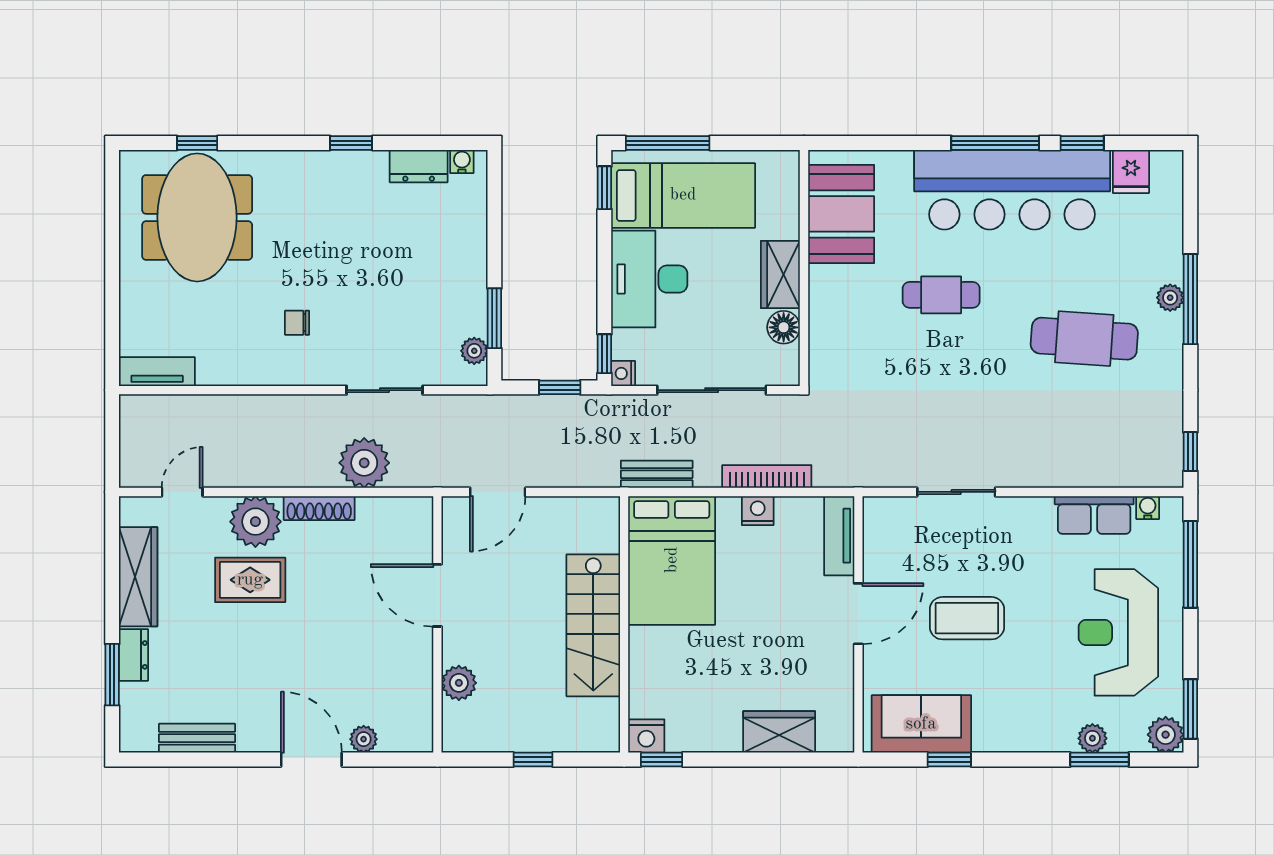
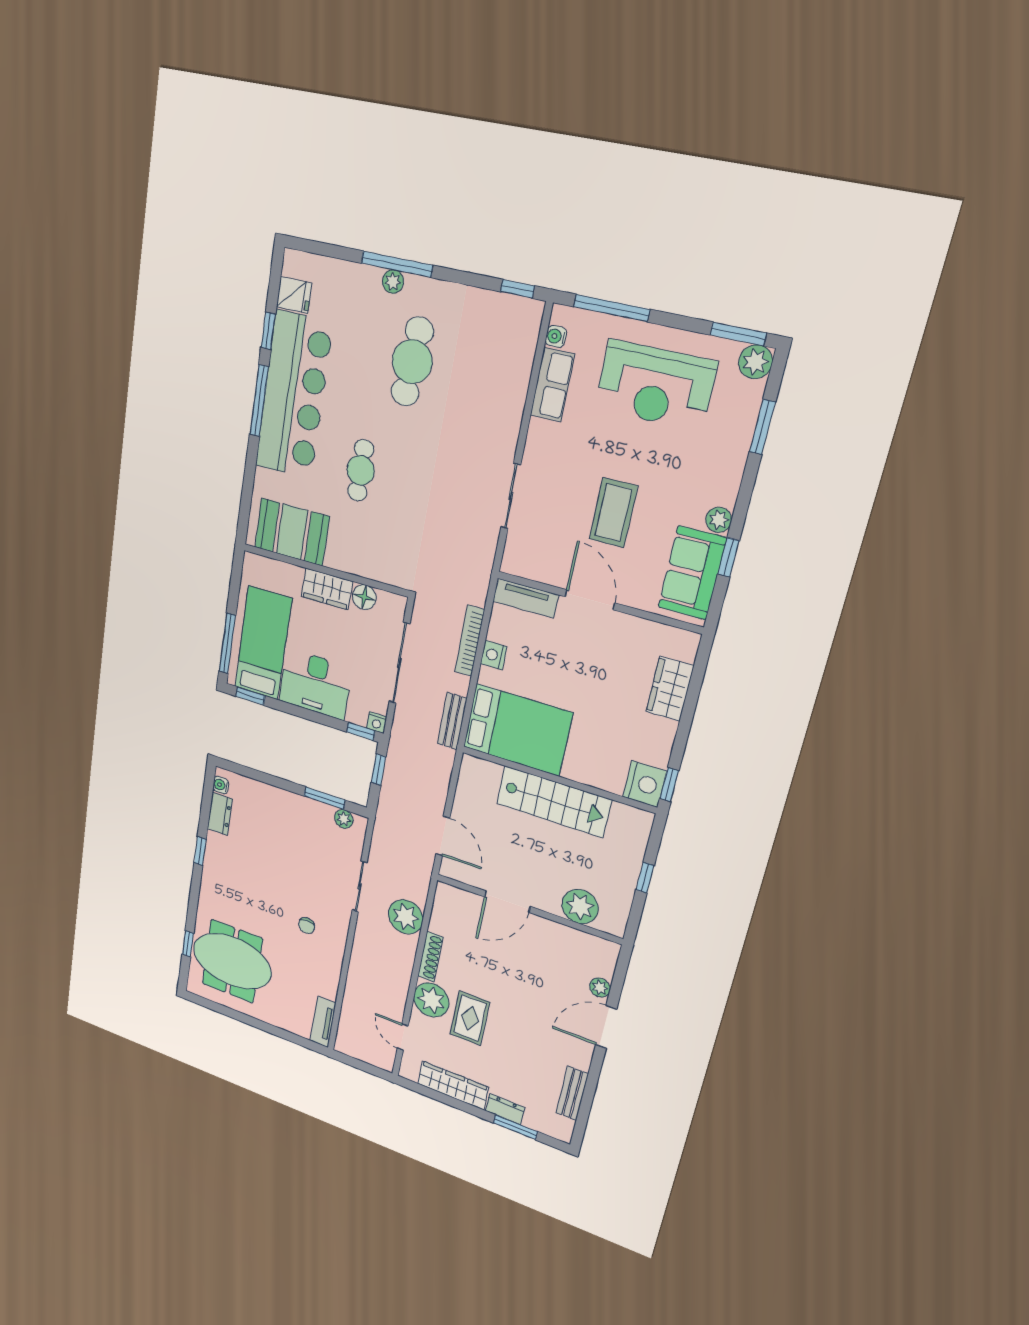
plant: (459, 683) -> (580, 907), width x1.36, depth x1.36
nightstand: (646, 736) -> (645, 784), width x1.36, depth x1.33
plant: (1092, 738) -> (719, 520), moved

